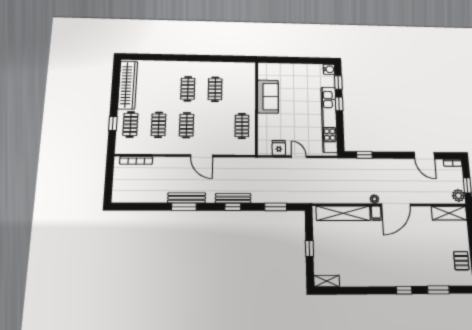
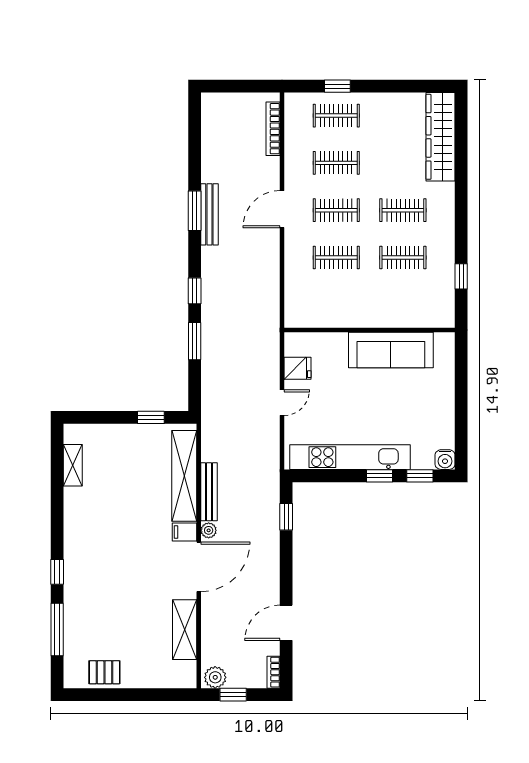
window: (226, 59) -> (461, 276), added
wardrobe: (128, 85) -> (441, 137), moved, turned 90
sofa: (268, 97) -> (391, 350), width x1.36
clothes rail: (242, 126) -> (336, 257), moved
door: (202, 156) -> (282, 209), moved
bench: (233, 198) -> (209, 492), moved
door: (396, 205) -> (199, 567), swing flipped
window: (276, 207) -> (195, 341), moved
shelving: (449, 213) -> (185, 630), moved
window: (309, 248) -> (151, 417), moved
shelving: (327, 281) -> (73, 465), moved
window: (438, 290) -> (57, 629), width x1.44

